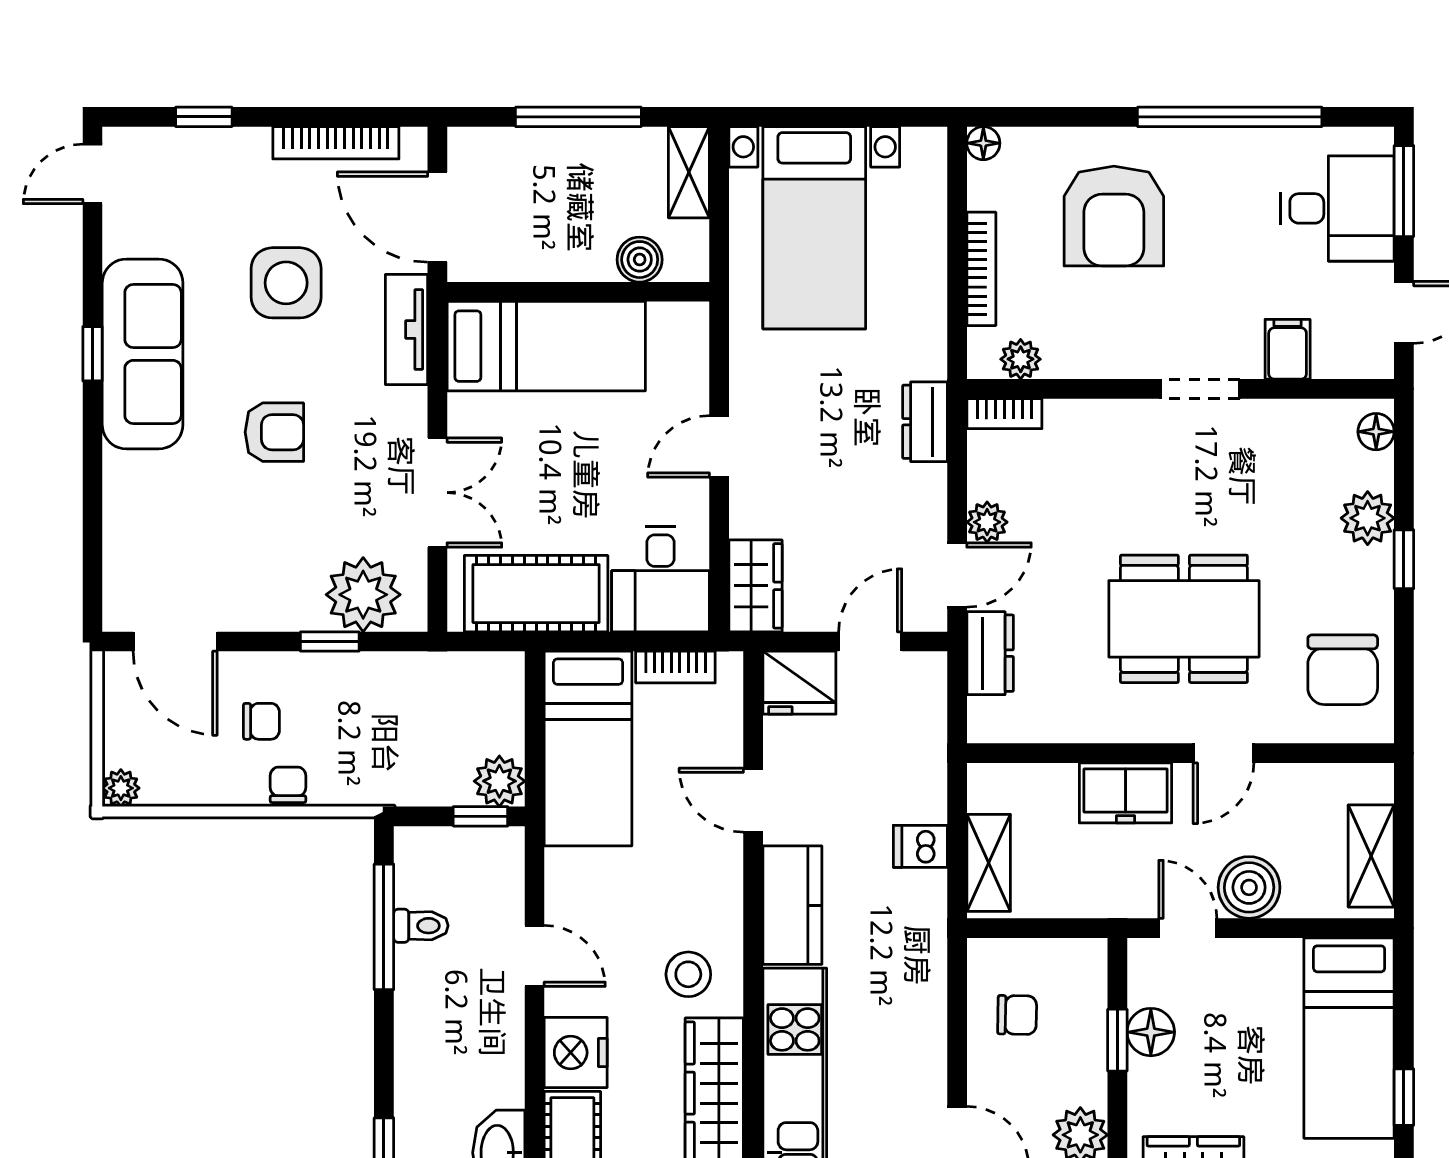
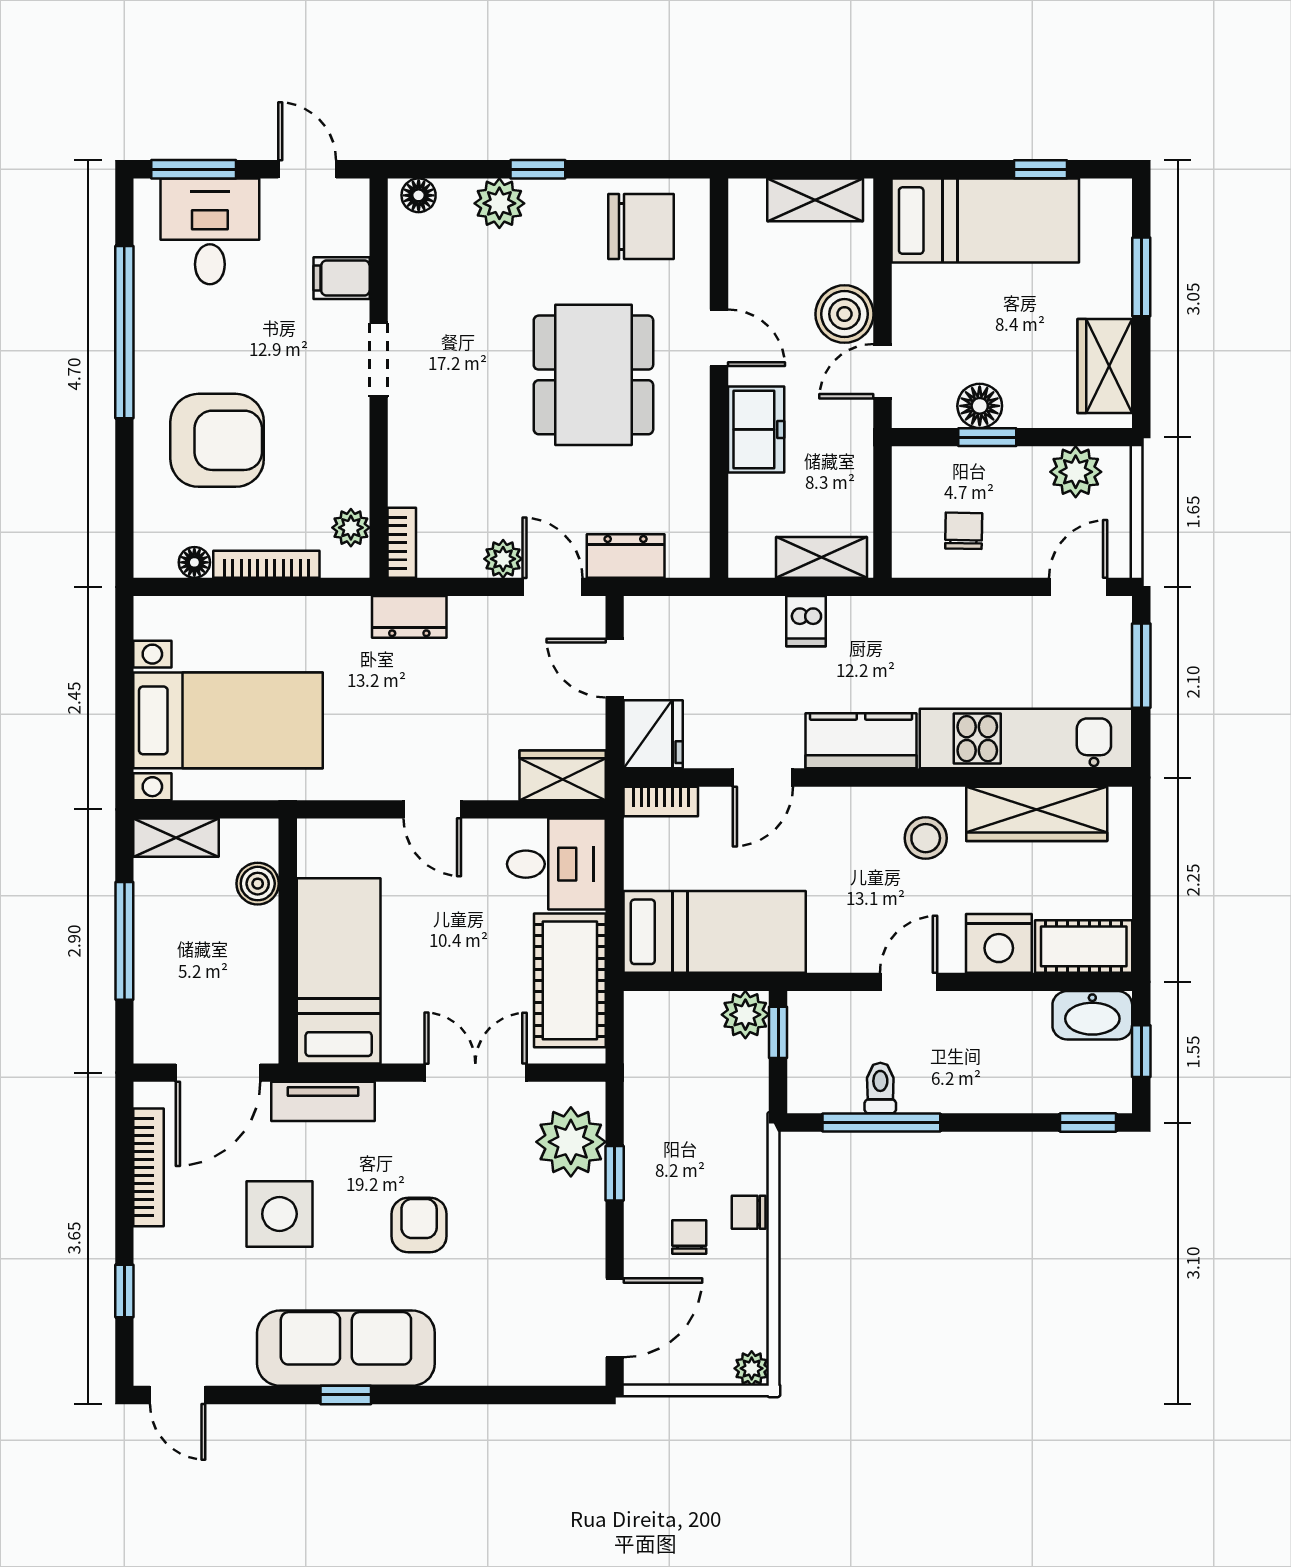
floor lamp: (983, 143) -> (194, 562), moved
bookcase: (675, 667) -> (661, 802), moved, turned 90

